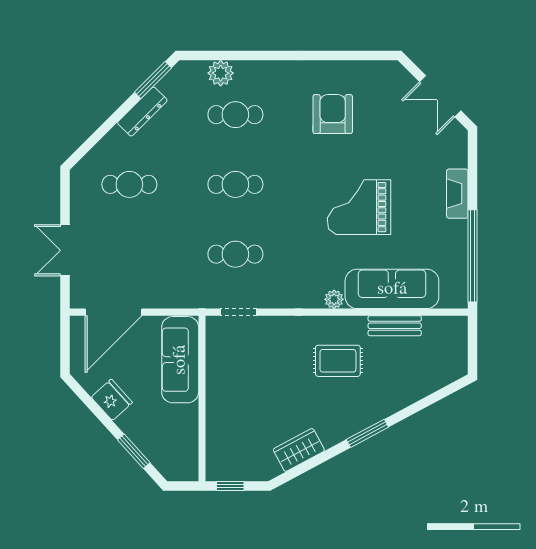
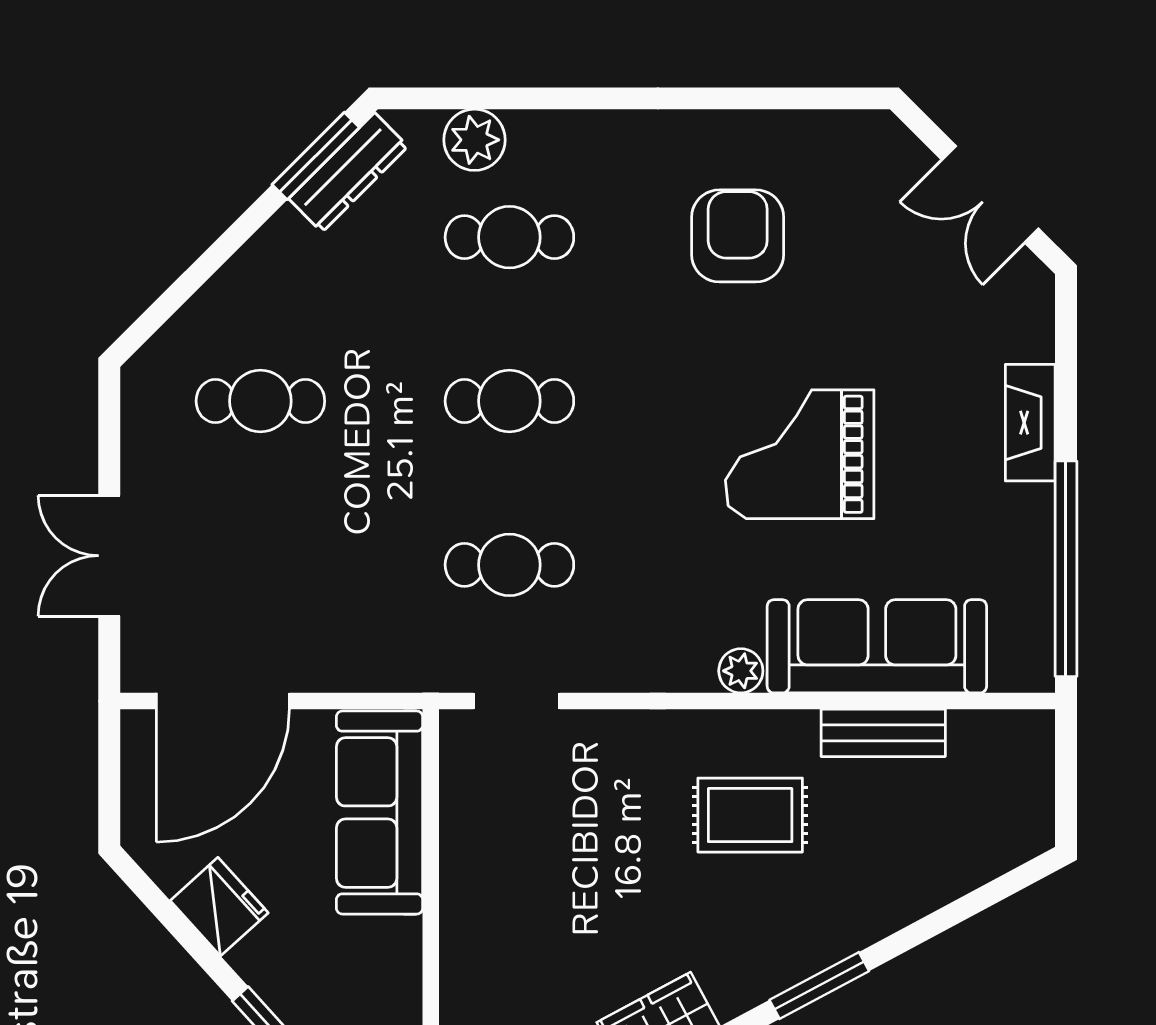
dresser: (142, 112) -> (348, 172), moved

